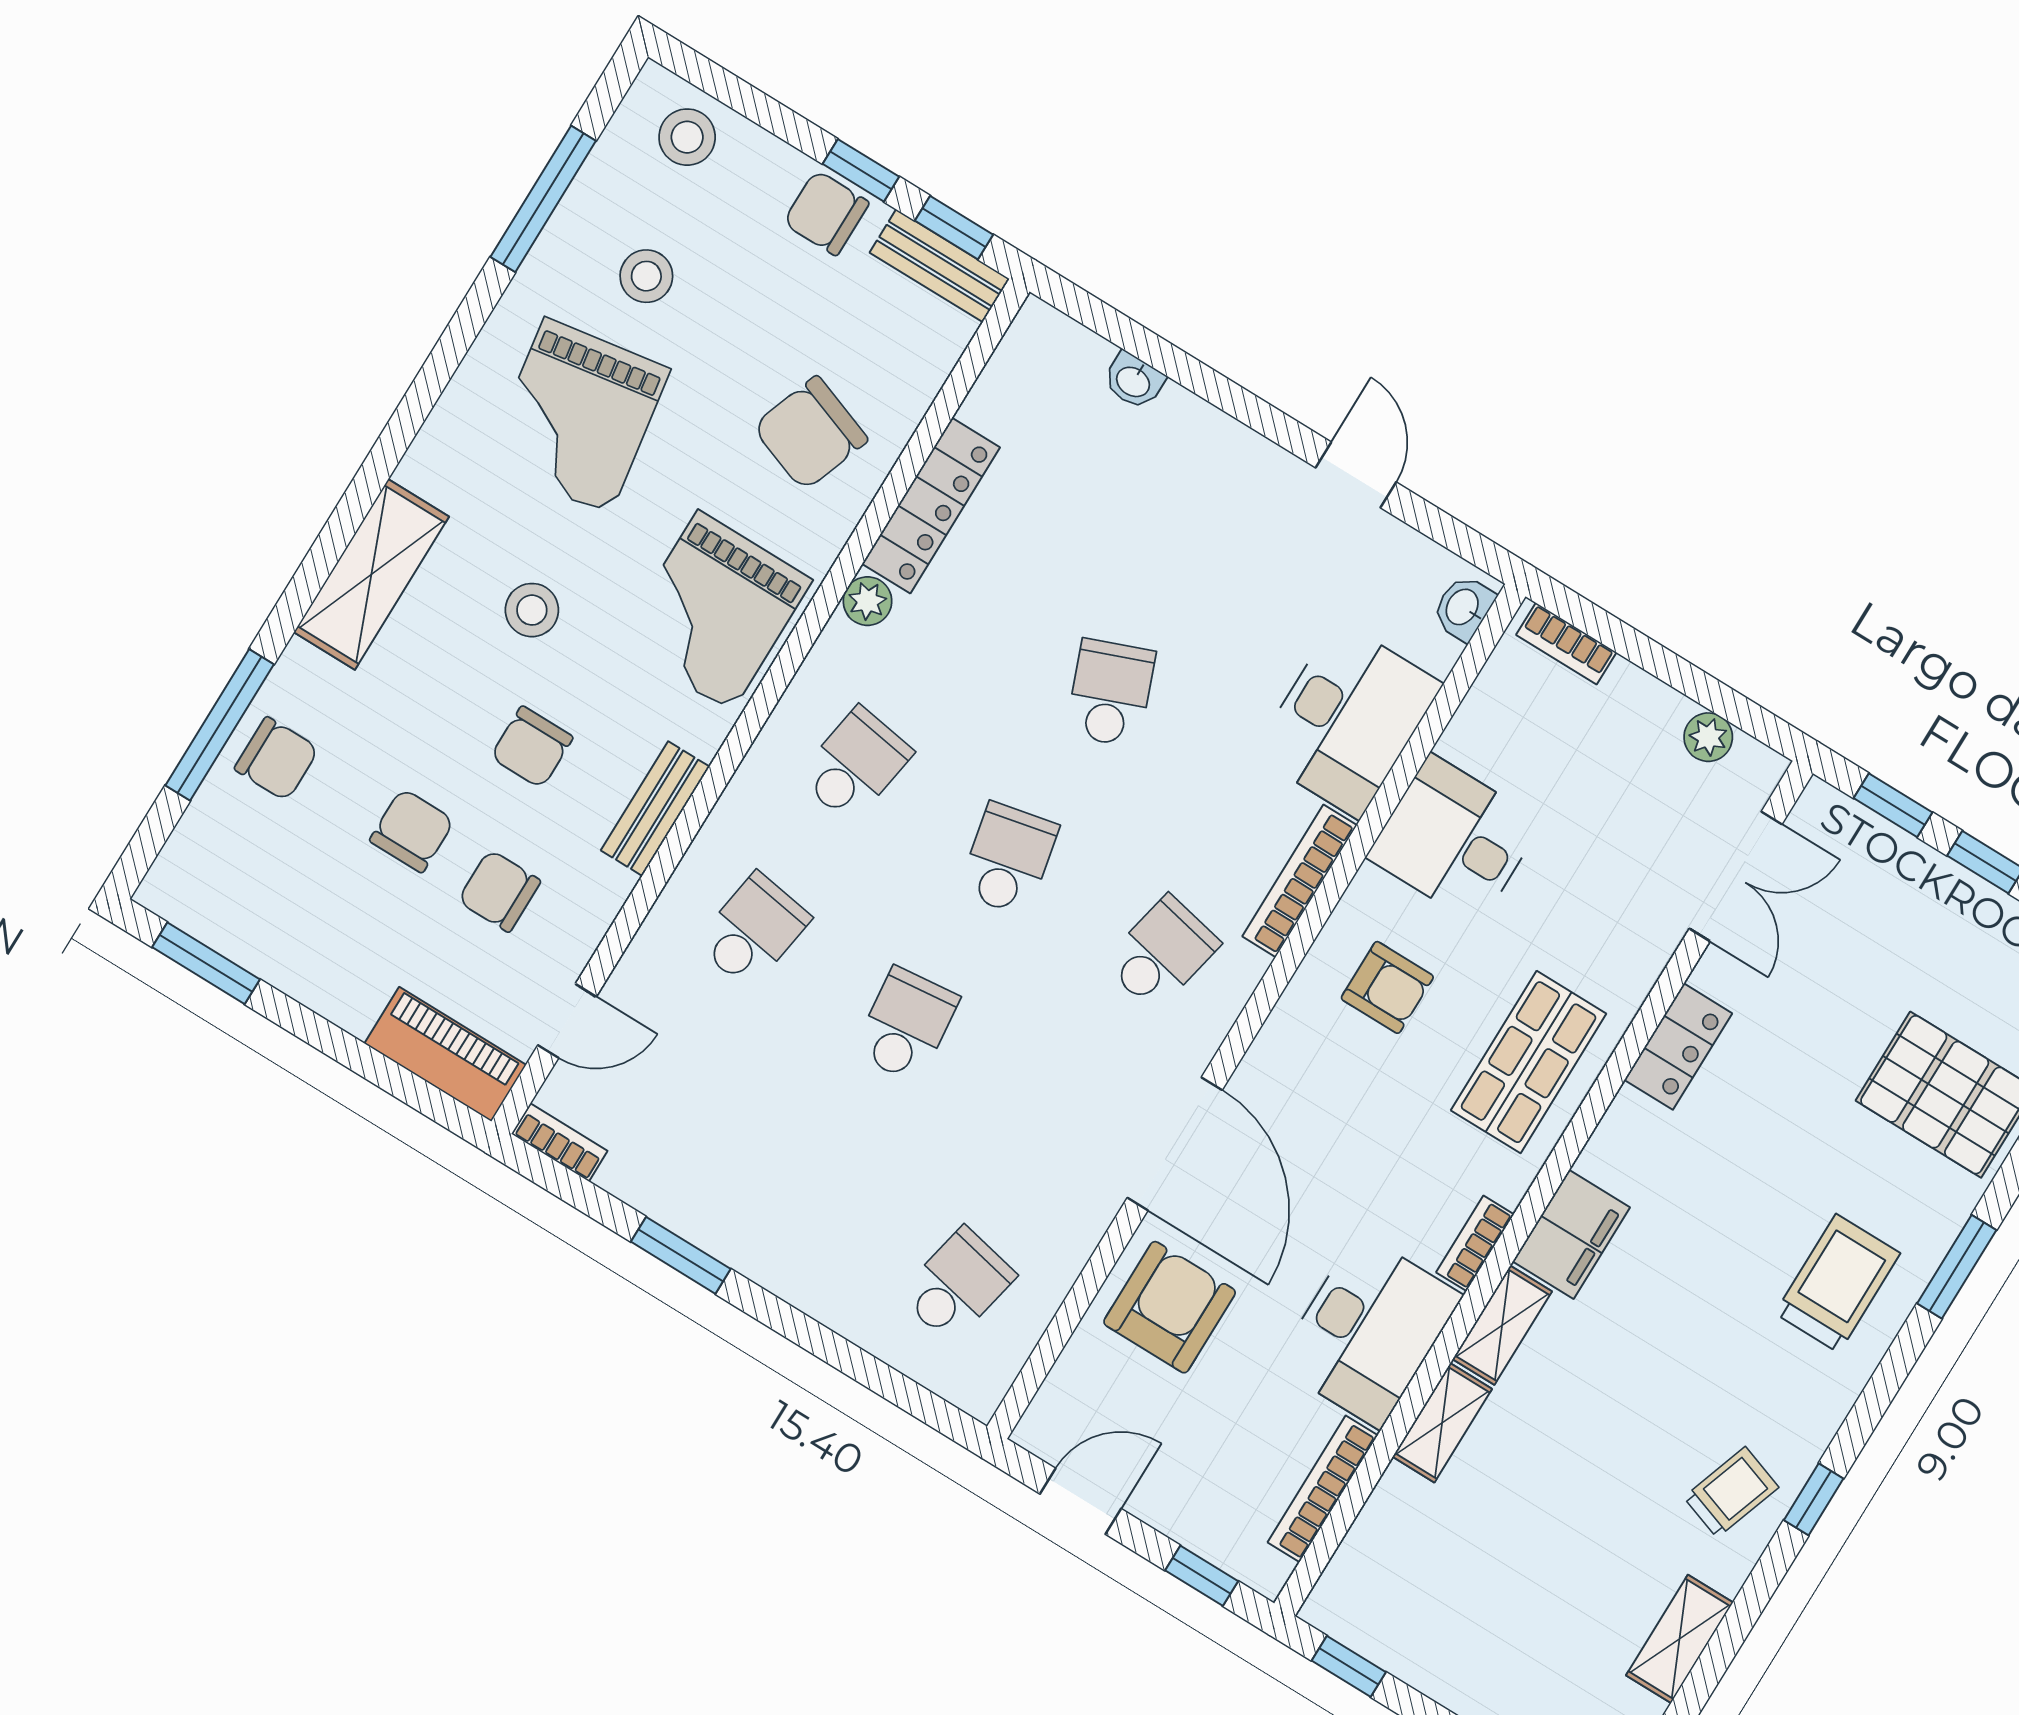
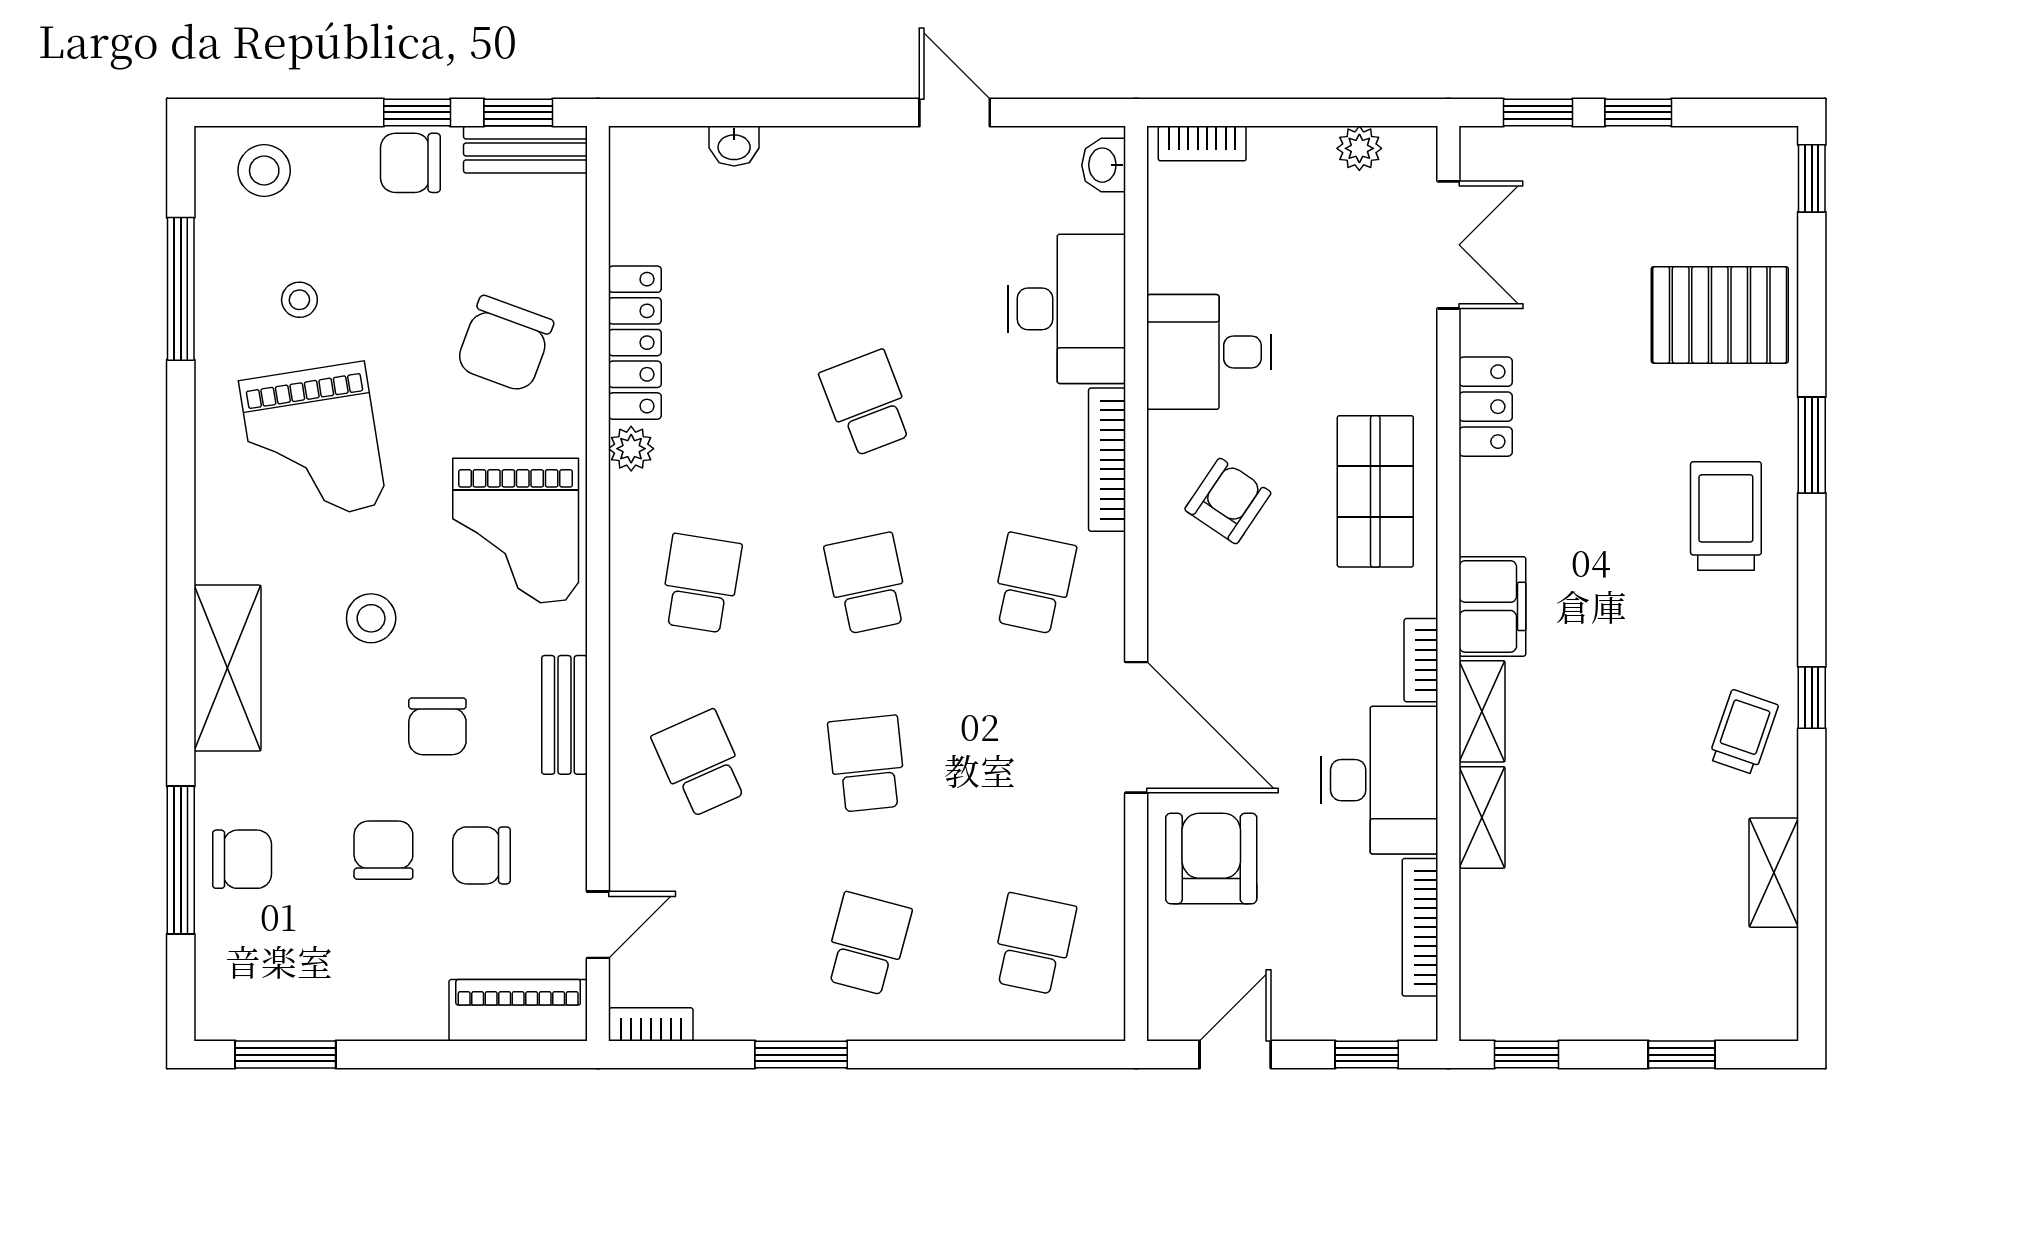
stool: (646, 276) -> (299, 300), width x0.73, depth x0.73
school desk: (753, 931) -> (701, 764), turned -33
armchair: (1387, 987) -> (1228, 501), turned -56
school desk: (804, 1191) -> (867, 944), added

